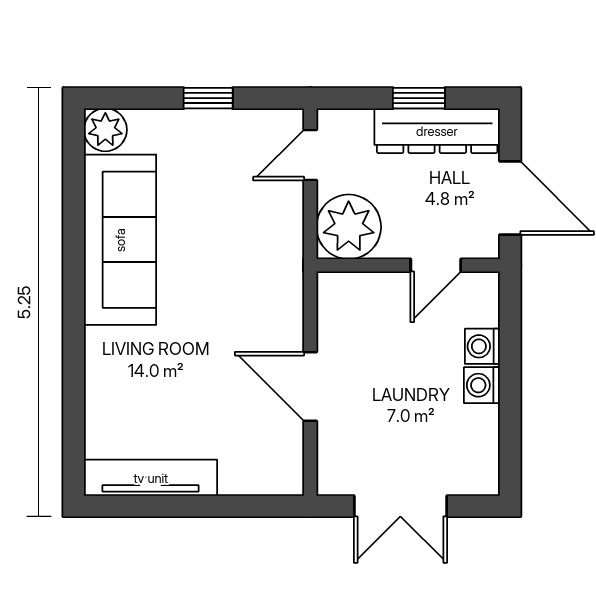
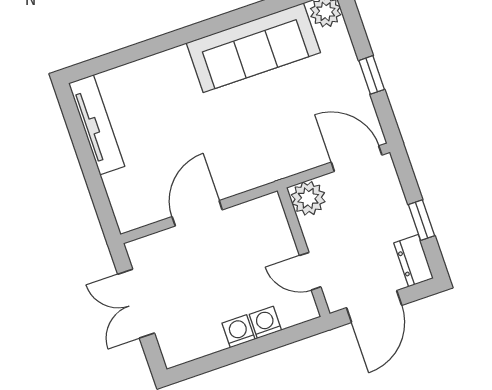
dresser: (437, 131) -> (414, 261), width x0.51, depth x0.80
door: (310, 155) -> (357, 159), width x1.38
plant: (349, 227) -> (308, 198), width x0.73, depth x0.73

